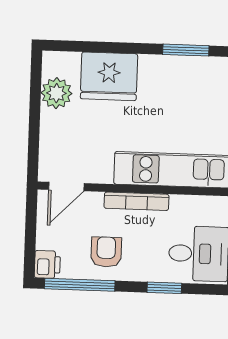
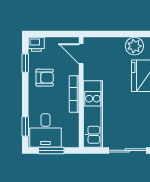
window: (80, 285) -> (25, 63), width x0.46
window: (164, 288) -> (25, 126), moved

